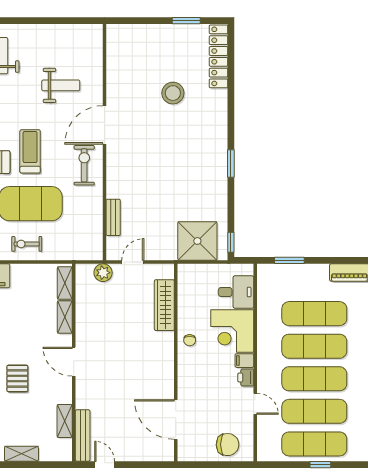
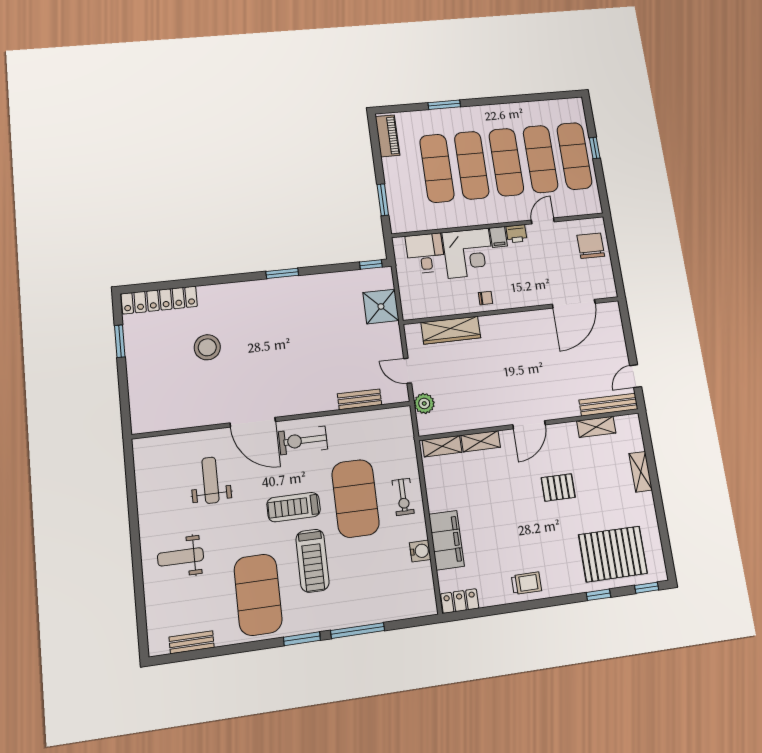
shower: (197, 241) -> (381, 306), width x0.73, depth x0.73

